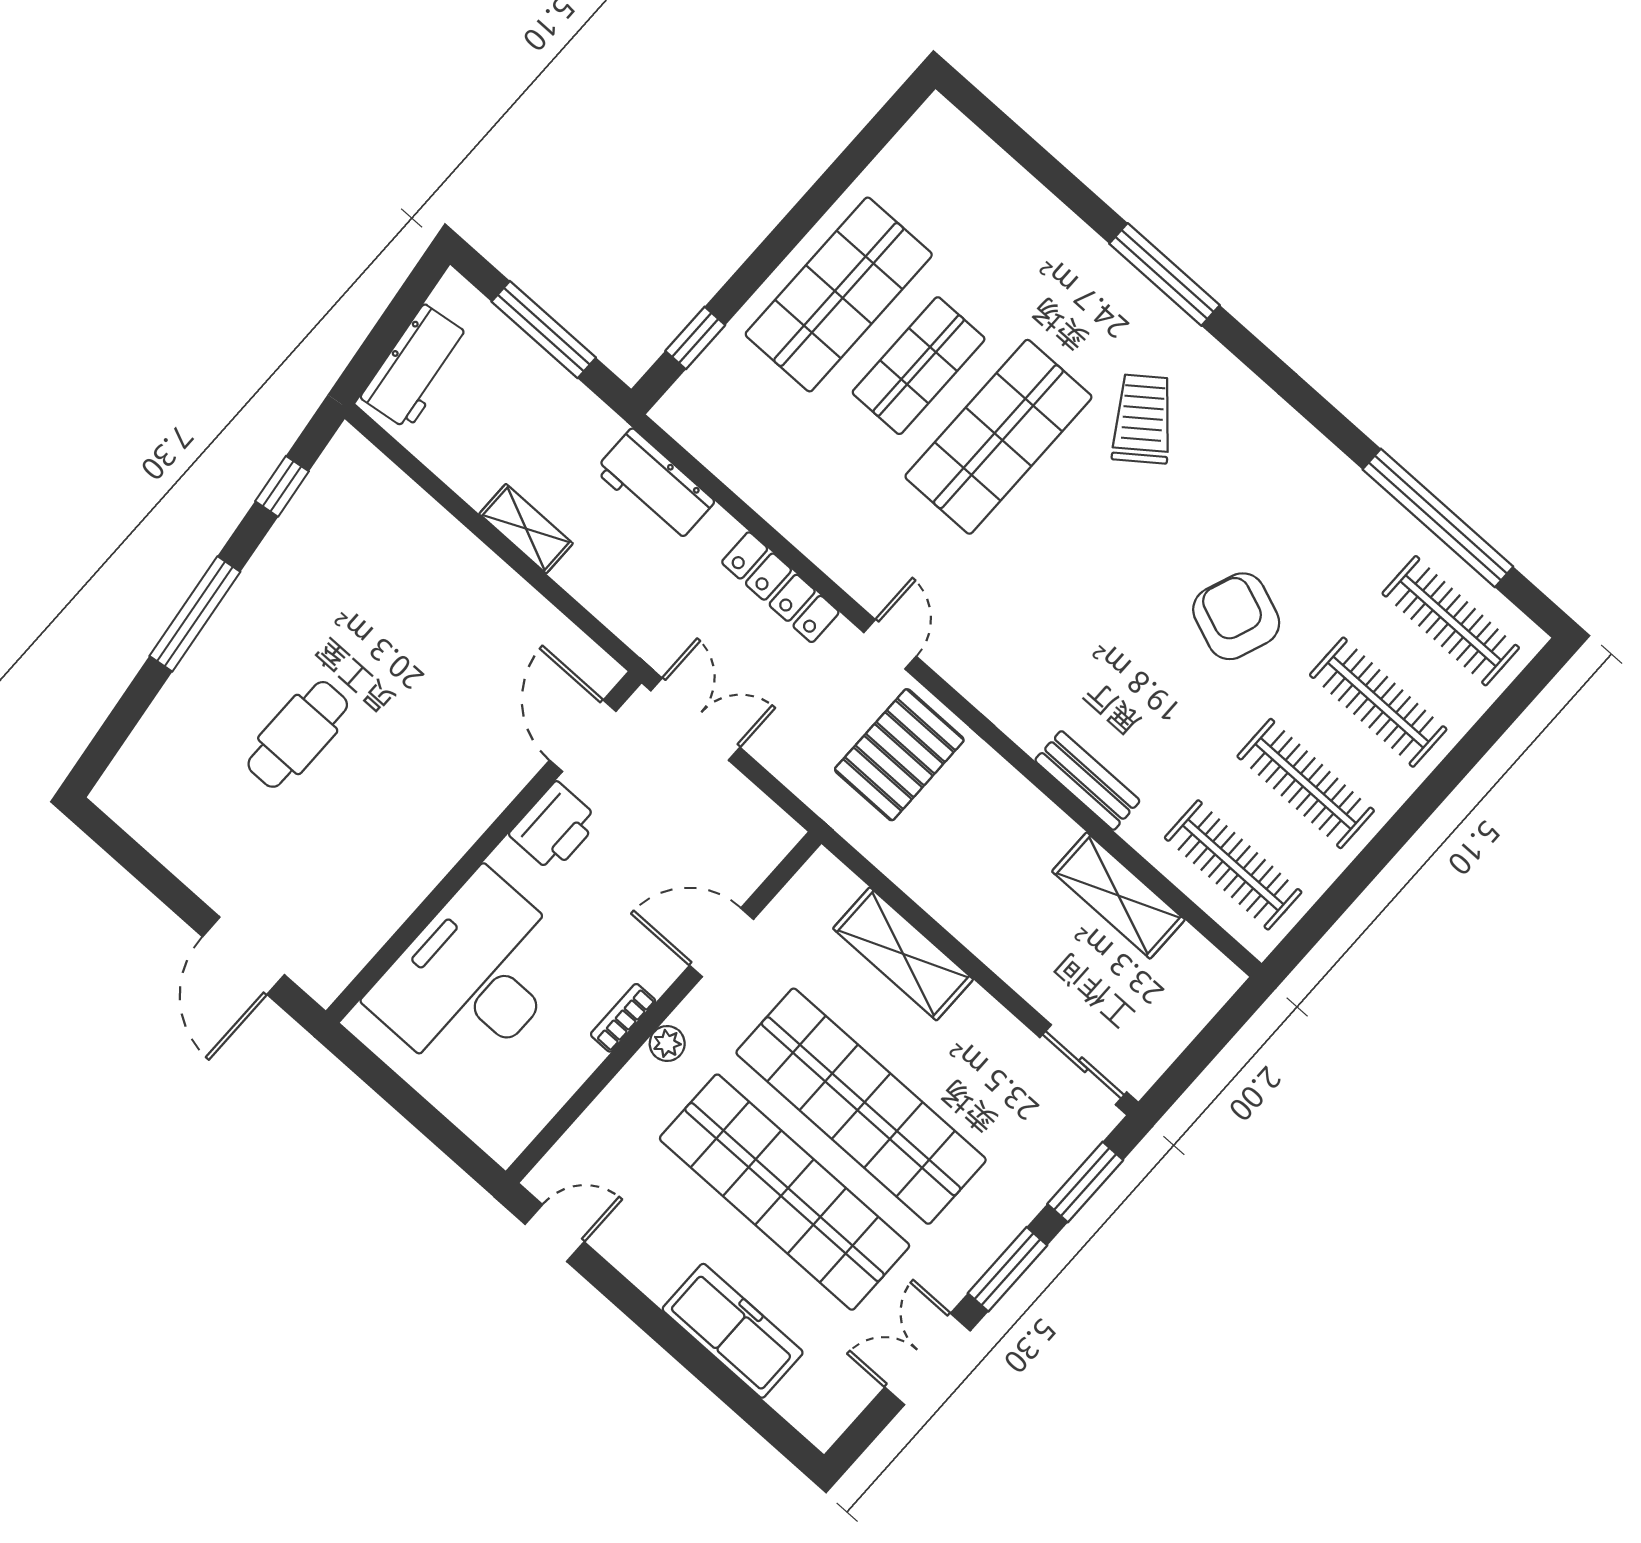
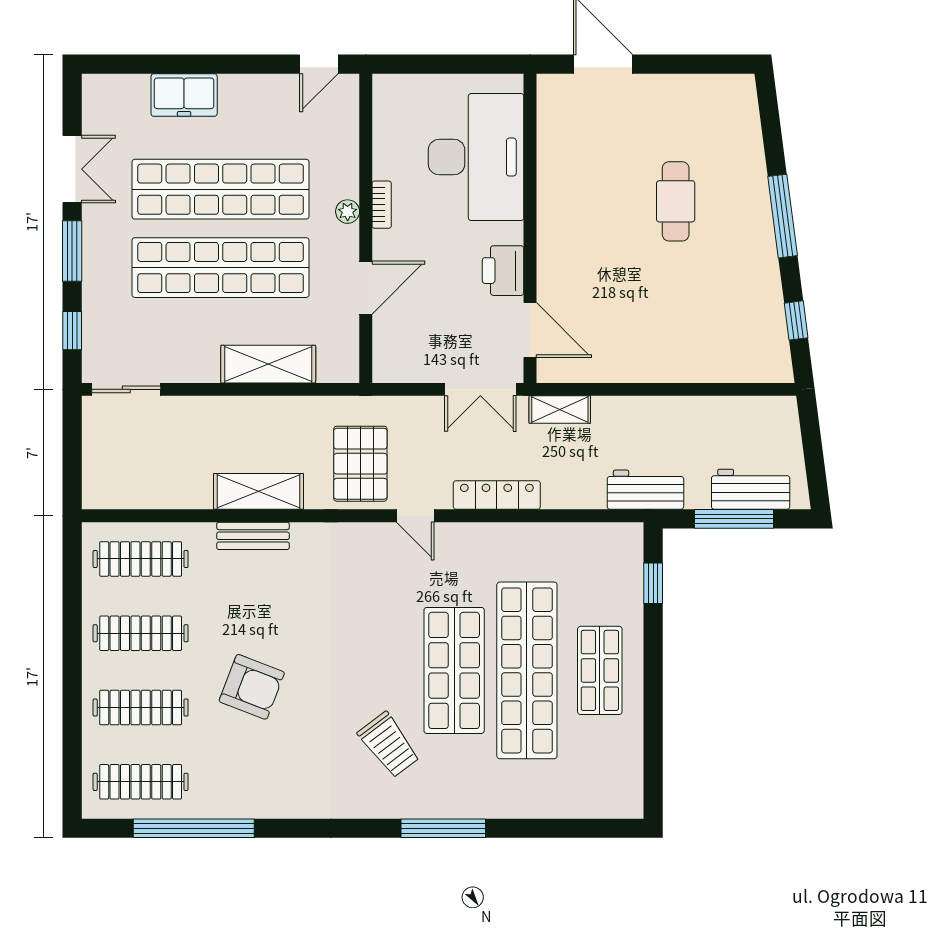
shop shelf: (839, 294) -> (600, 670), width x0.70, depth x0.74
shop shelf: (919, 366) -> (527, 670), width x2.00, depth x1.36
workbench: (416, 367) -> (751, 489), moved, turned 97
workbench: (655, 486) -> (645, 490), moved
shelving: (526, 529) -> (560, 410), moved
shelving: (1118, 896) -> (259, 491), moved
window: (1085, 1182) -> (72, 331), width x0.67
freezer: (733, 1331) -> (184, 95), width x0.71

